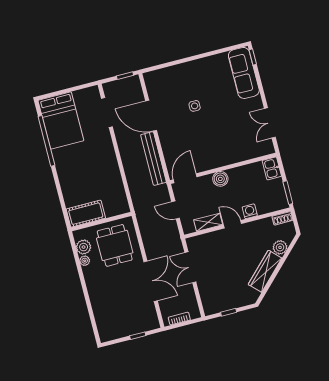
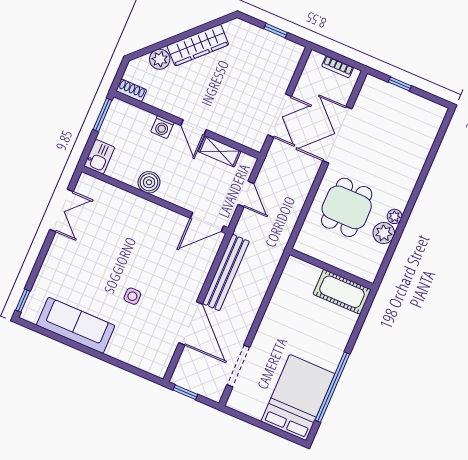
sofa: (244, 73) -> (76, 325), moved, turned -90
boiler: (220, 179) -> (149, 182), moved
cot: (86, 214) -> (342, 292), moved
wall: (101, 222) -> (331, 269), moved

